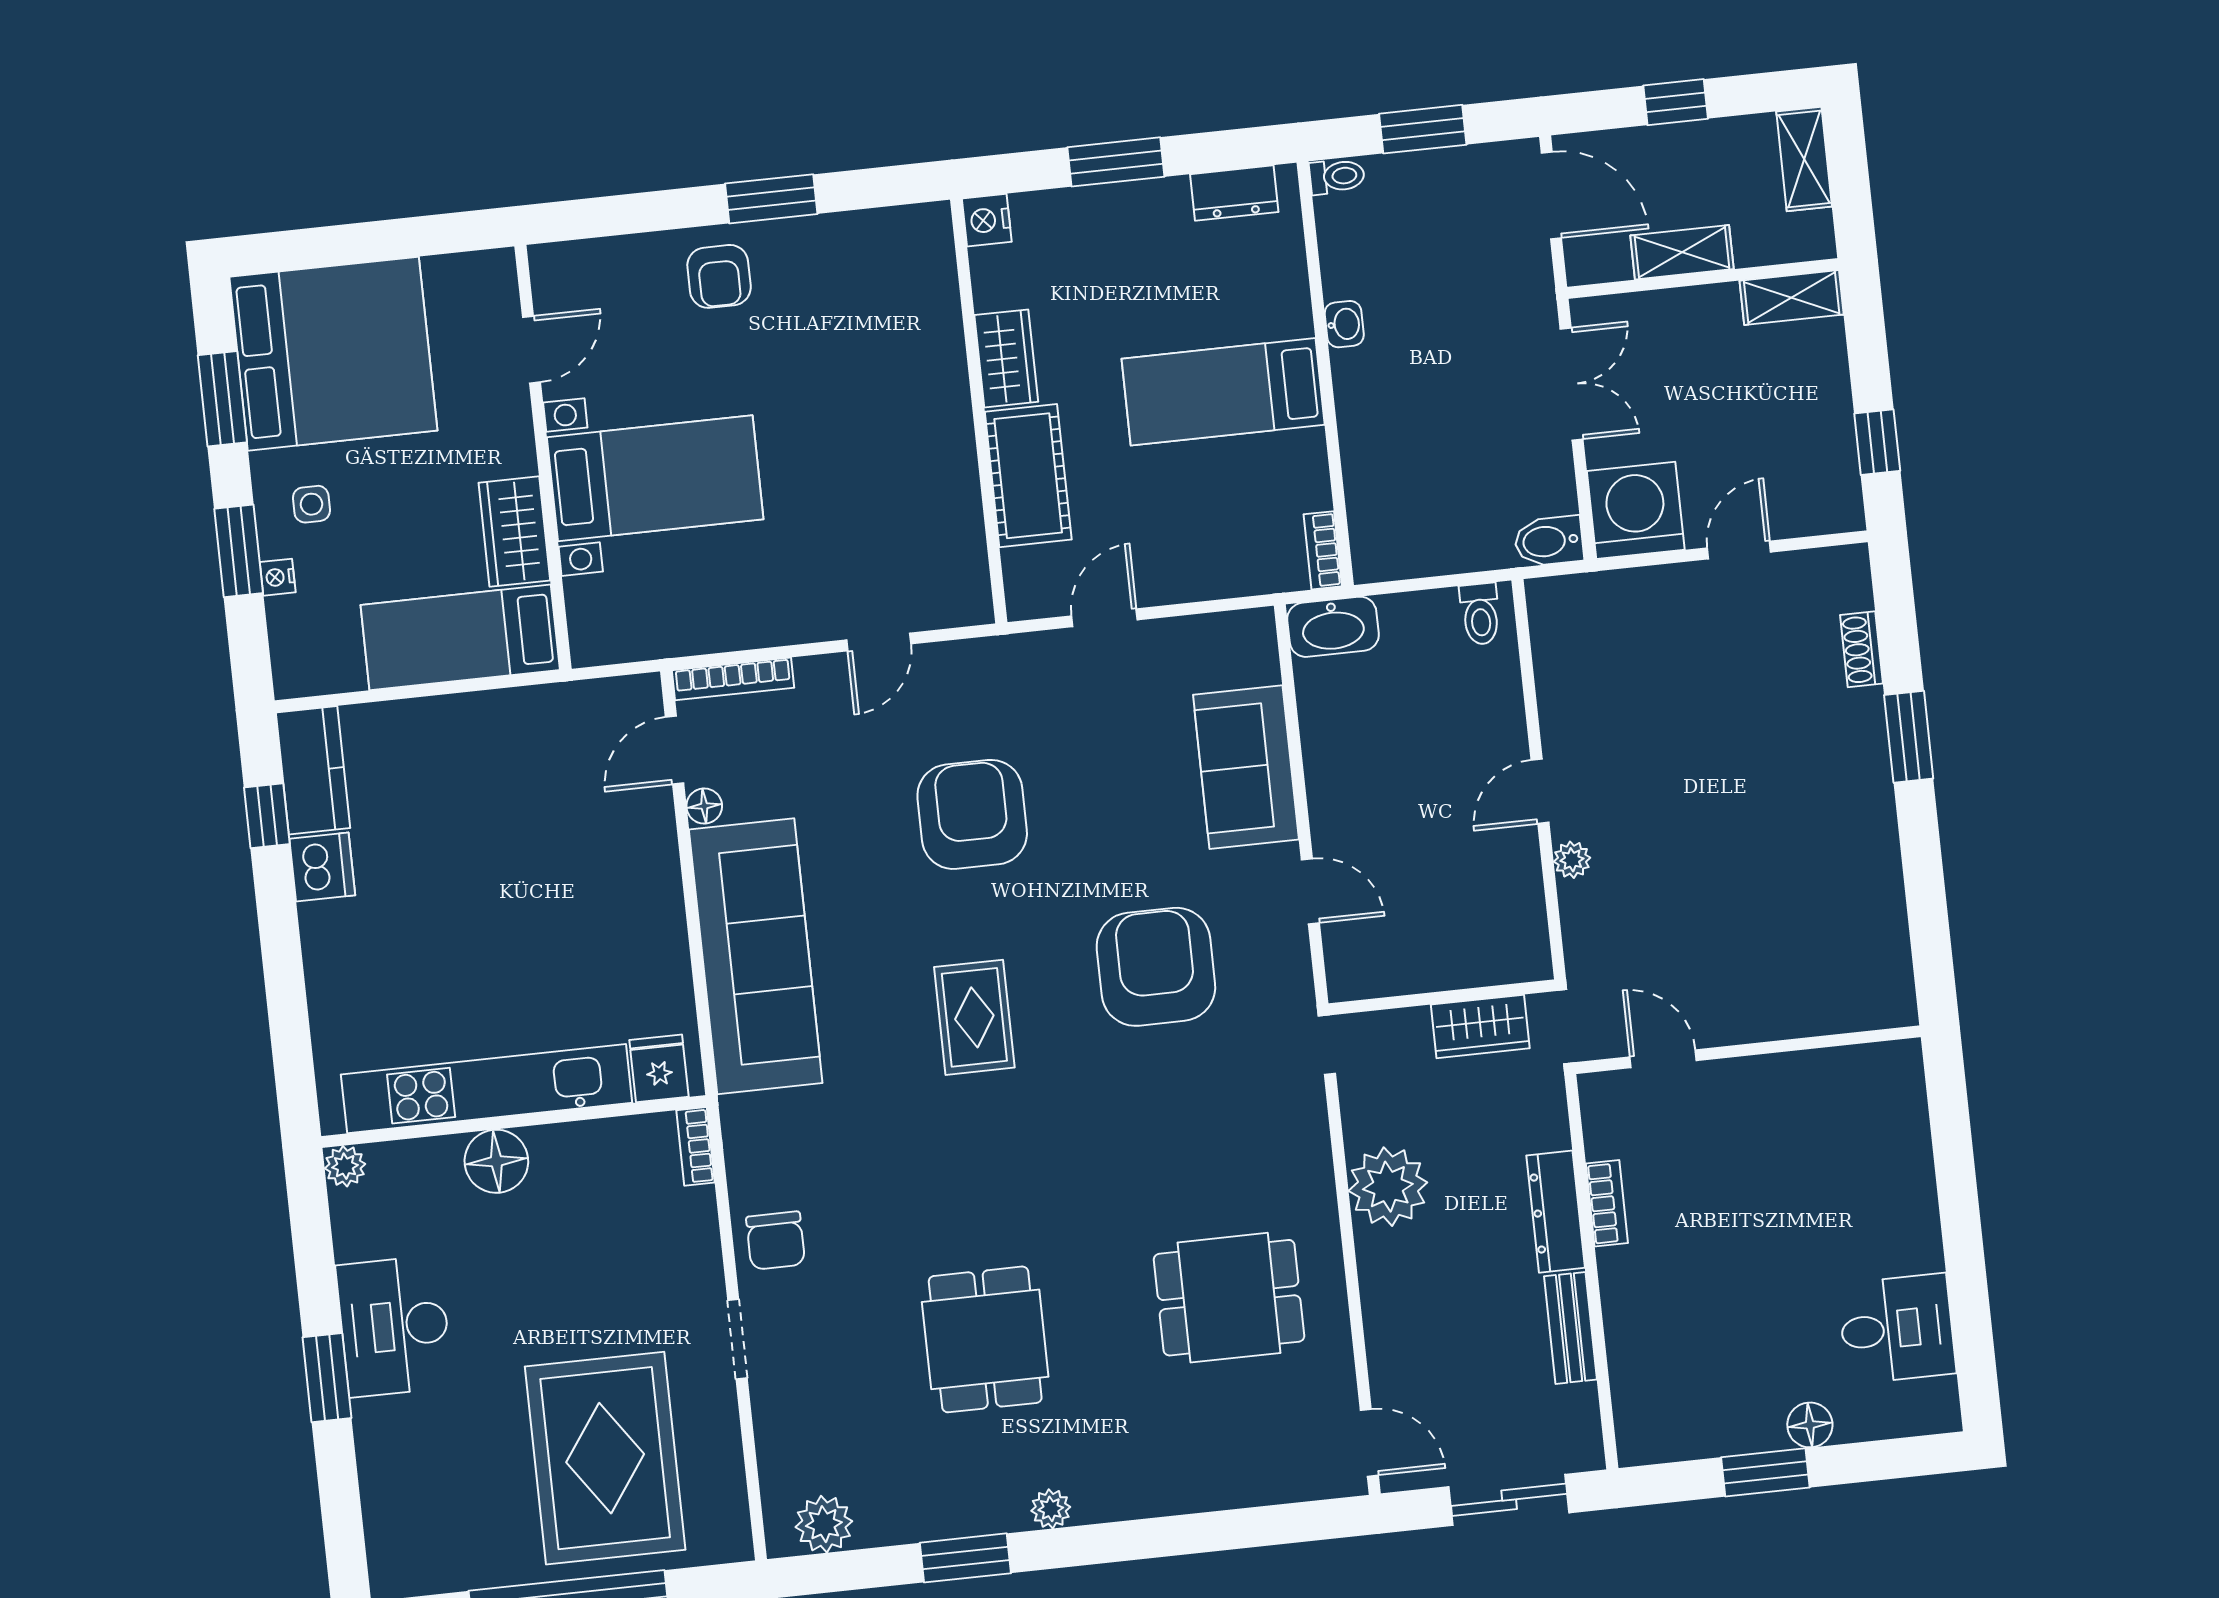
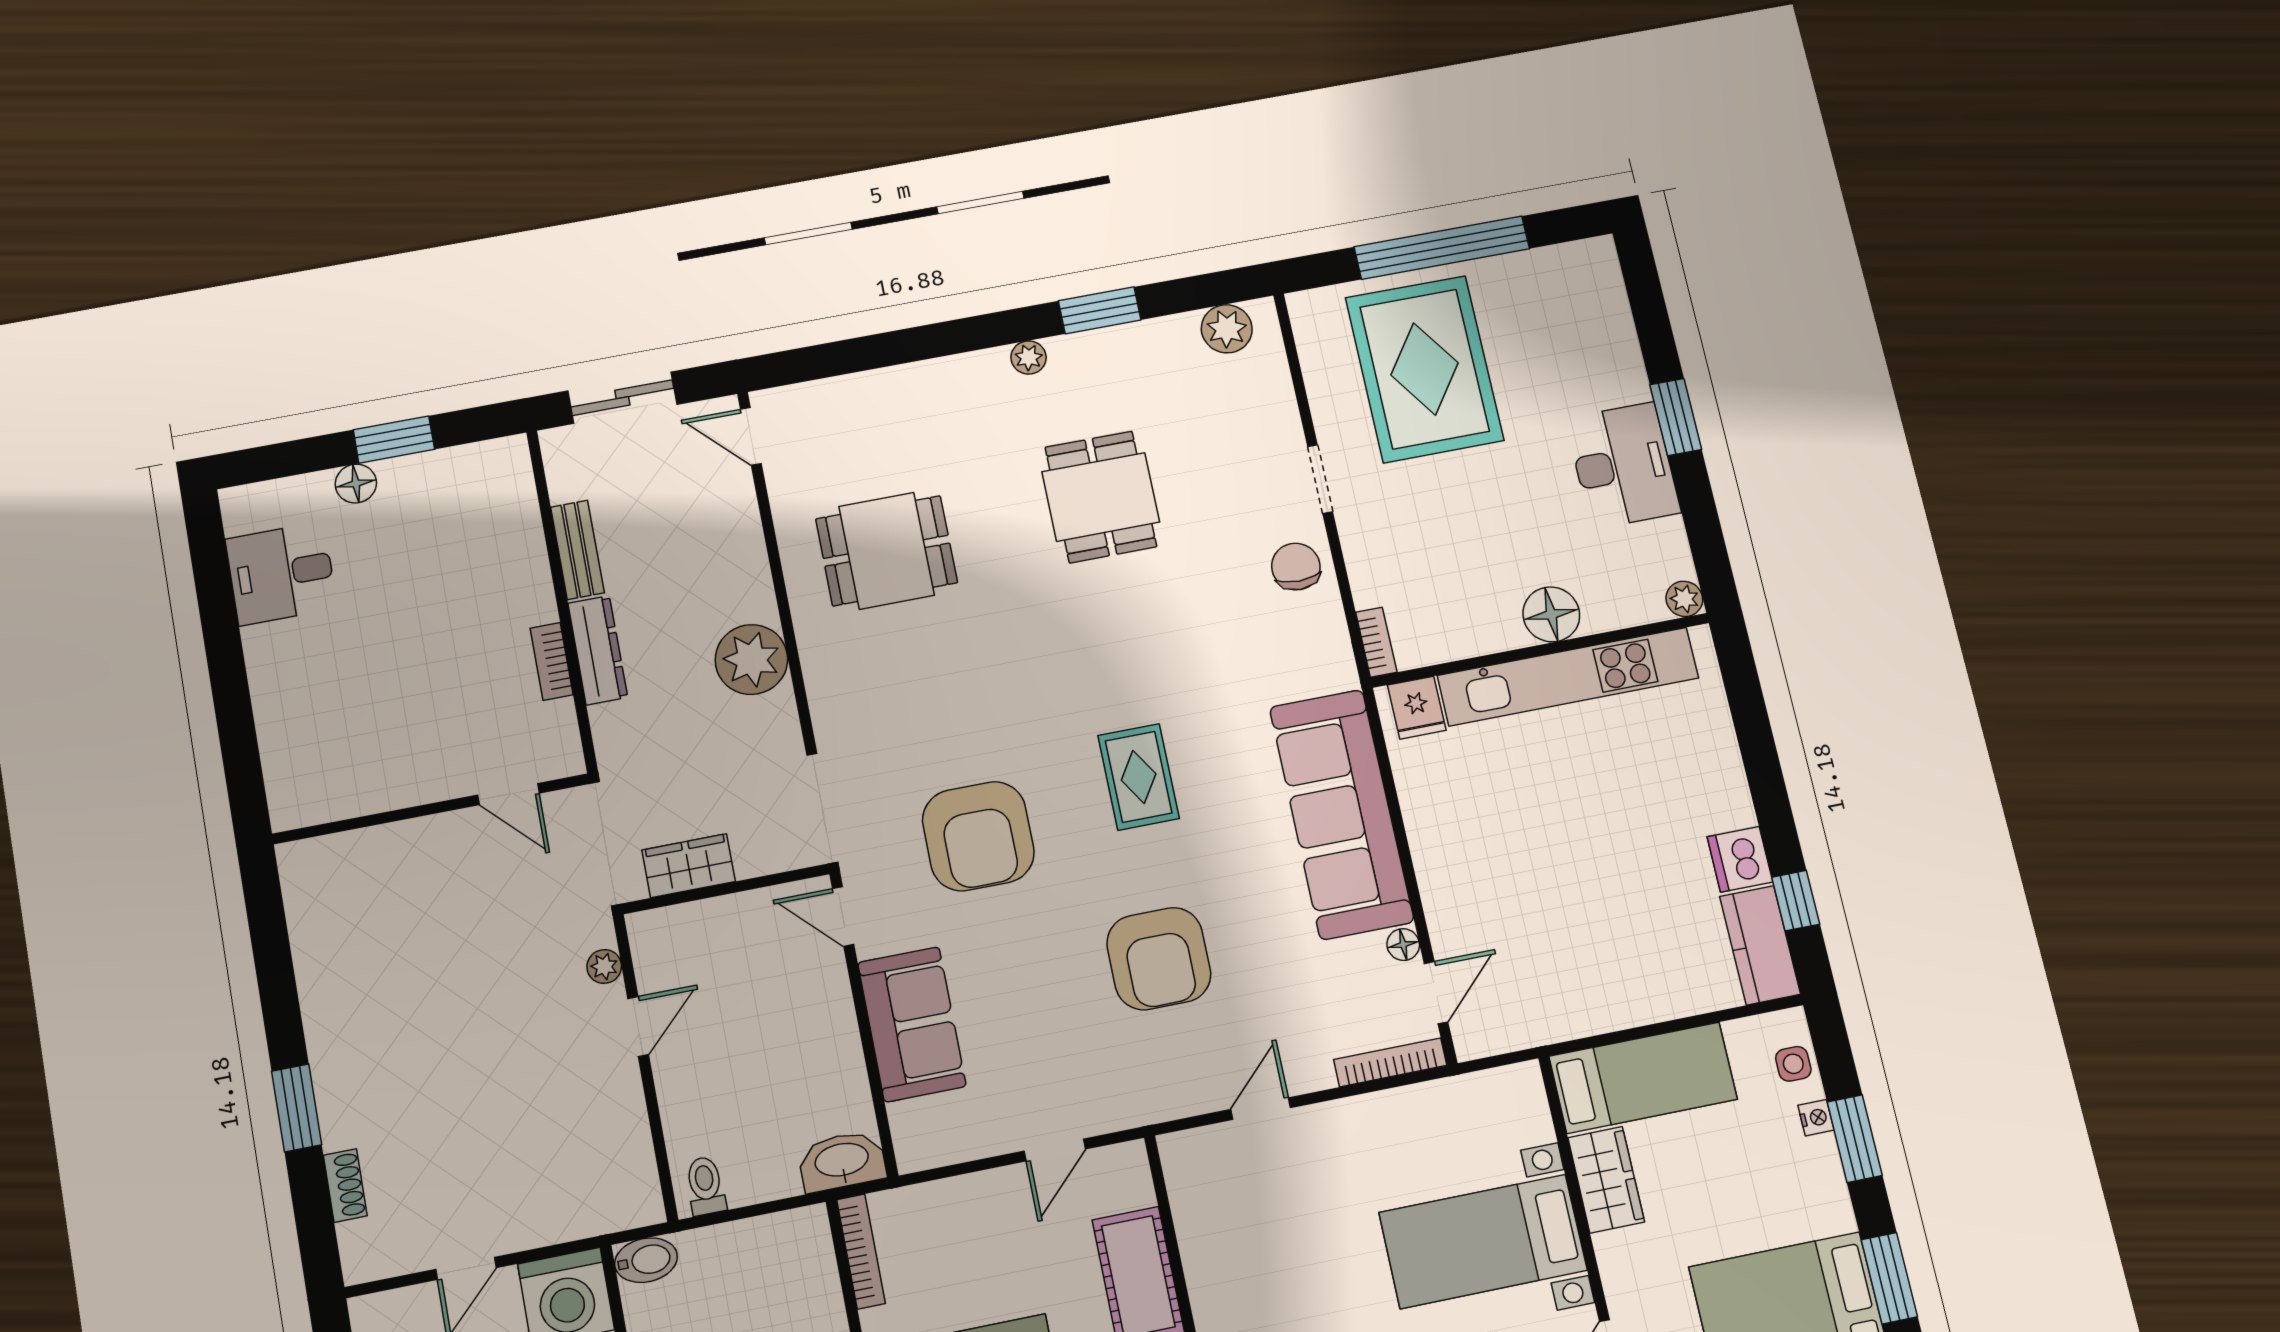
side table: (311, 504) -> (1793, 1064), moved
bookcase: (1323, 550) -> (861, 1251), width x1.56
wall: (1442, 997) -> (726, 889), moved
wardrobe: (1480, 1026) -> (689, 866), moved

